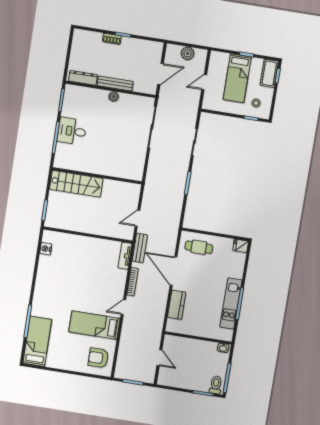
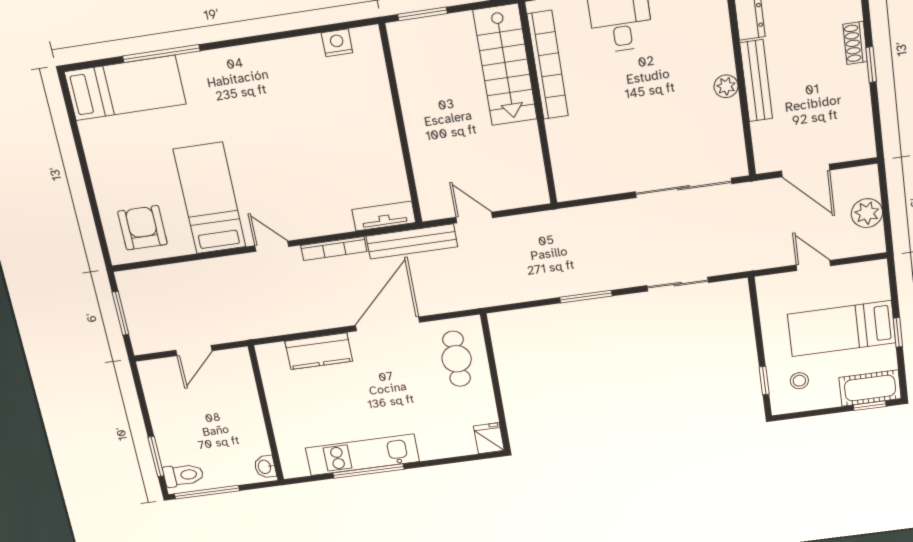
bookcase: (82, 167) -> (548, 65), added
bench: (140, 248) -> (412, 241), width x1.36

